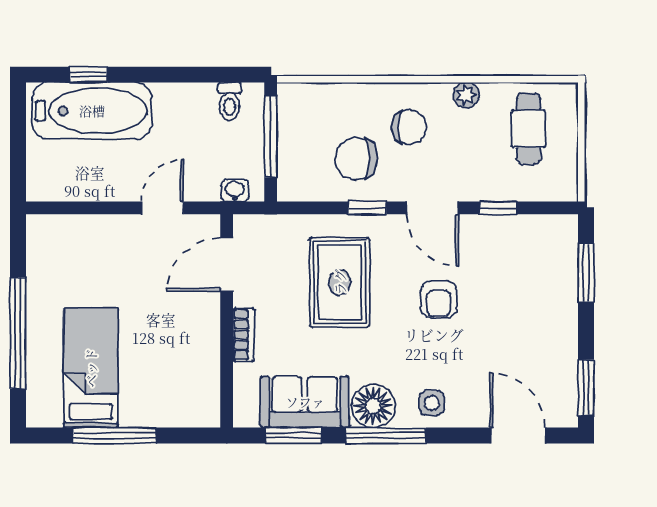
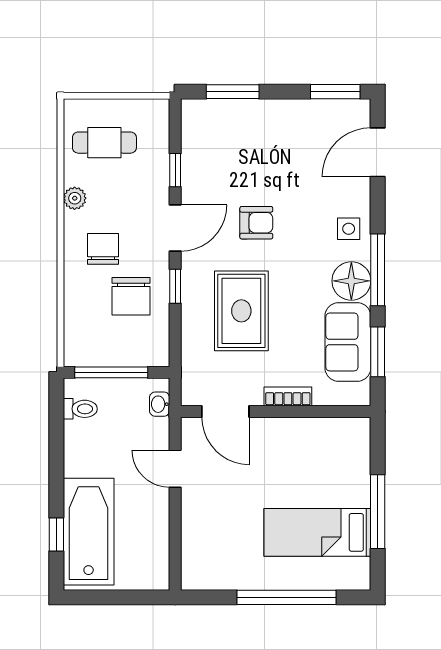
rug: (340, 282) -> (241, 311), turned 90

